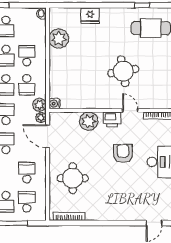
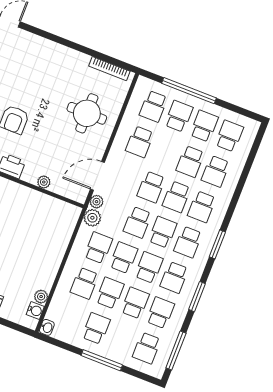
plant: (59, 39) -> (41, 297), width x0.53, depth x0.53
water cooler: (55, 104) -> (35, 310), moved
plant: (89, 121) -> (44, 182), width x0.53, depth x0.53
door: (48, 136) -> (97, 176), swing flipped

